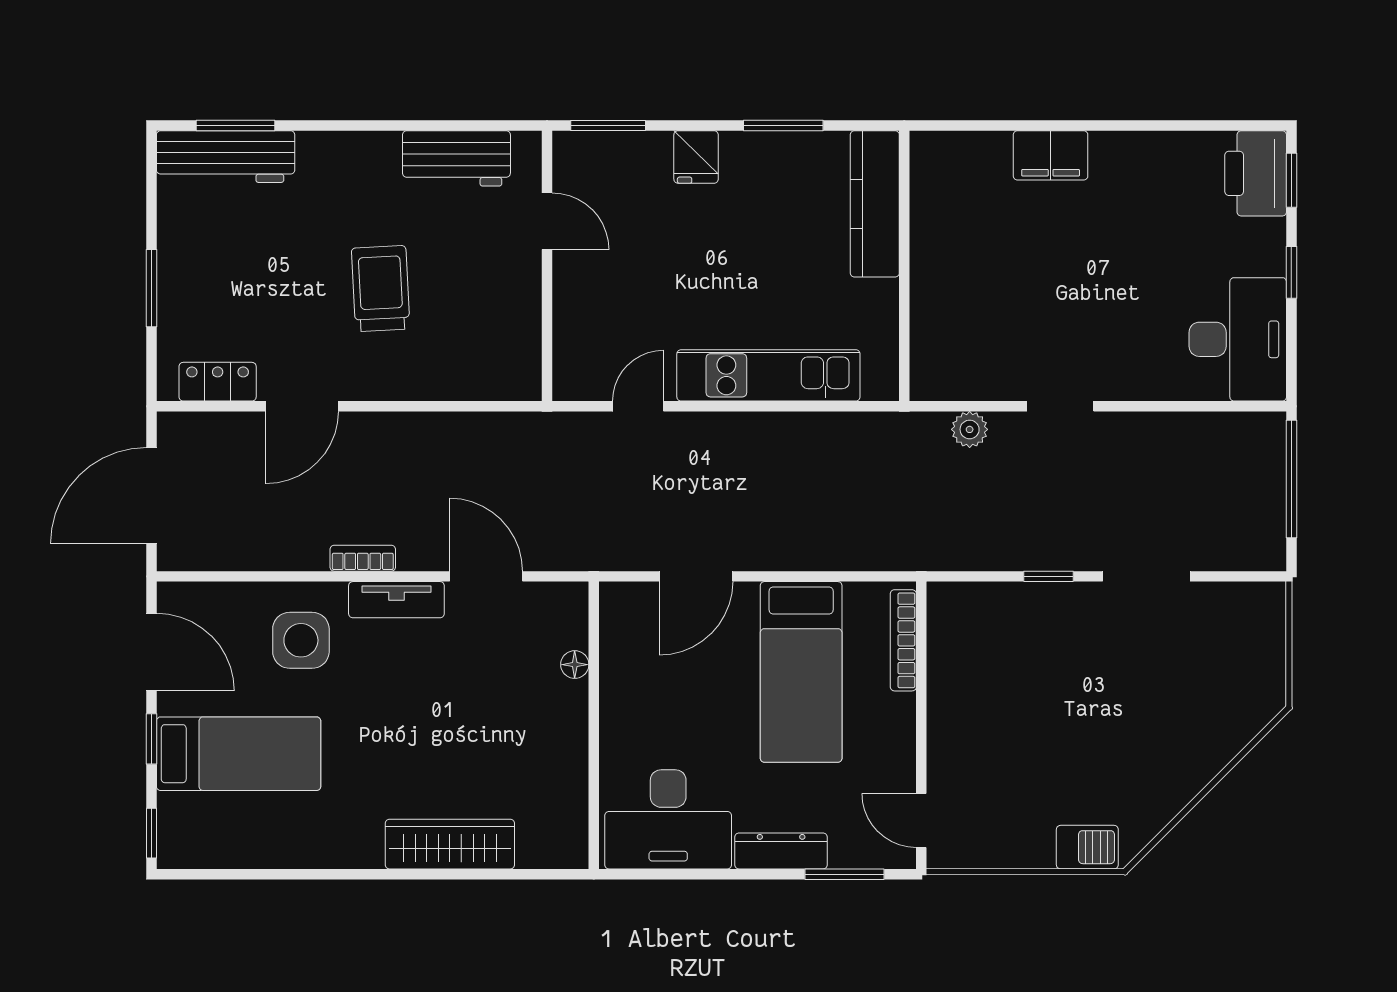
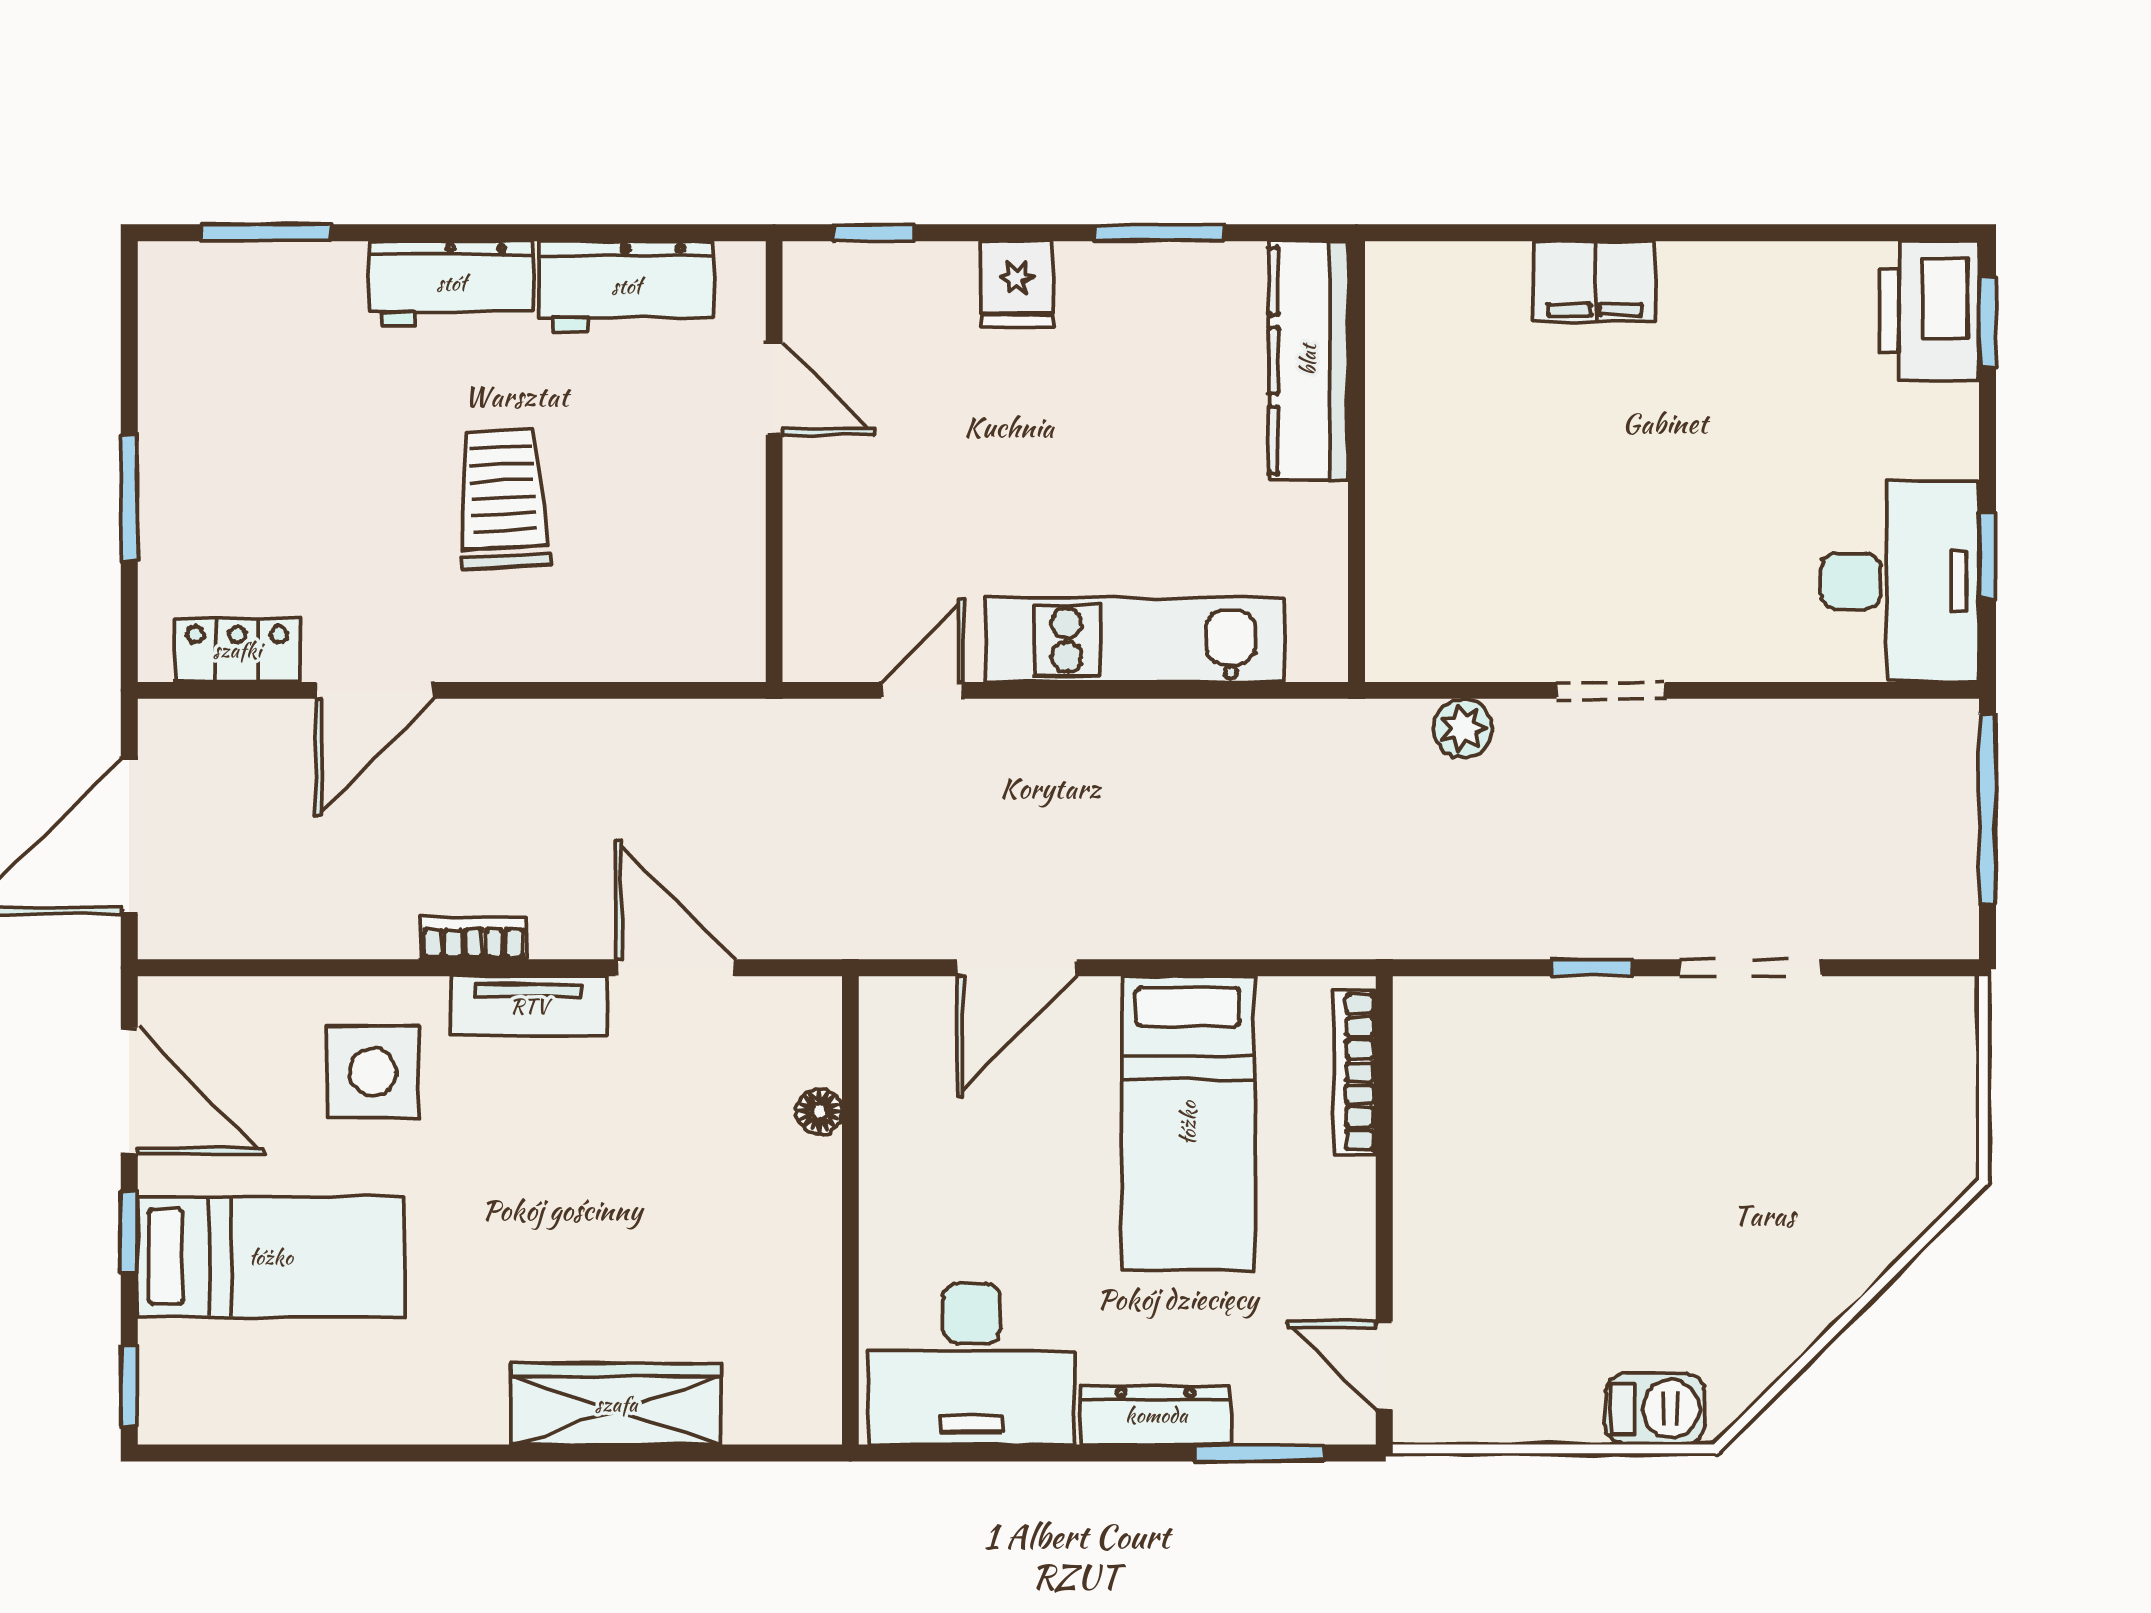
window: (608, 125) -> (874, 233), width x0.67
workbench: (226, 157) -> (451, 283), moved, width x0.73
window: (1291, 272) -> (1988, 555), moved

